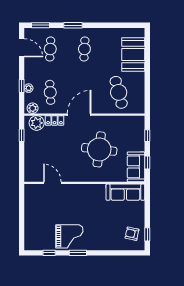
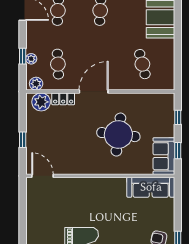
cafe table: (119, 92) -> (142, 64), width x0.73, depth x0.74
window: (22, 135) -> (23, 140), moved
door: (52, 183) -> (43, 176), moved

